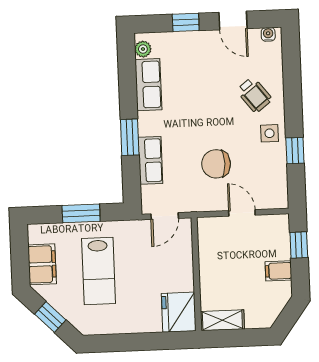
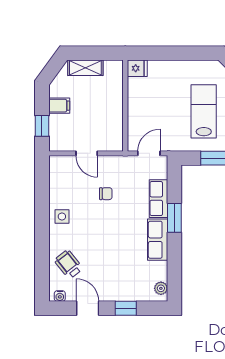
row of seats: (148, 85) -> (158, 240), moved
wheelchair: (254, 95) -> (69, 264), moved
window: (295, 151) -> (42, 202), removed
chair: (216, 164) -> (106, 194), width x0.54, depth x0.54
fridge: (179, 312) -> (137, 68), width x0.53, depth x0.75
shelving: (222, 320) -> (85, 68), moved

